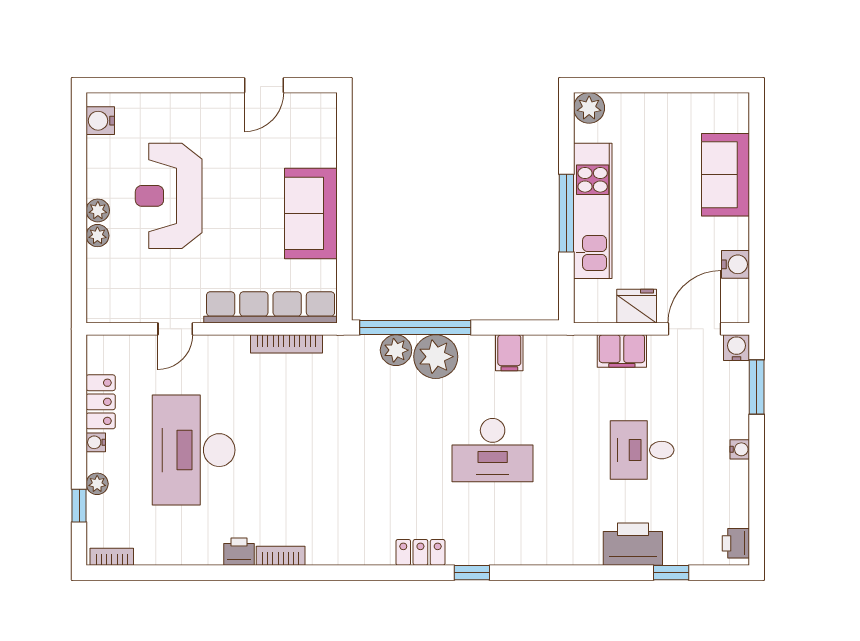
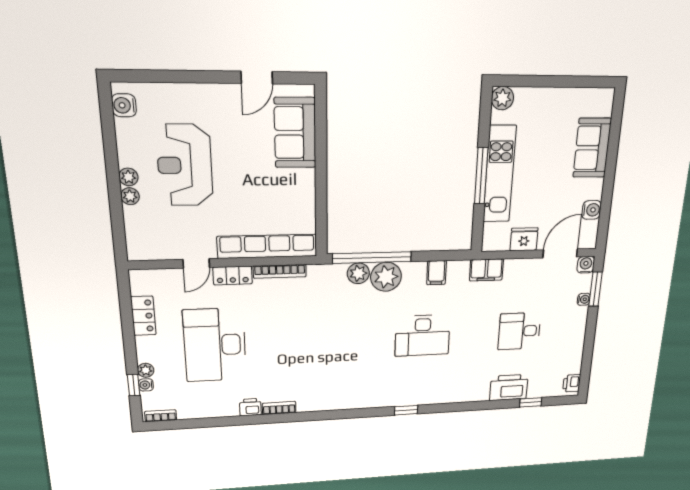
sofa: (311, 213) -> (295, 133), moved
filing cabinet: (622, 351) -> (486, 270), moved
water cooler: (96, 442) -> (146, 385), moved
water cooler: (740, 449) -> (584, 299), moved
locker: (420, 552) -> (233, 275), moved, turned 180

